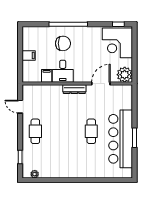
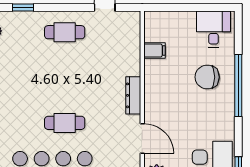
chair: (63, 43) -> (207, 77), turned 90
filing cabinet: (29, 56) -> (187, 21), removed
desk: (63, 71) -> (214, 29), moved, turned 90

